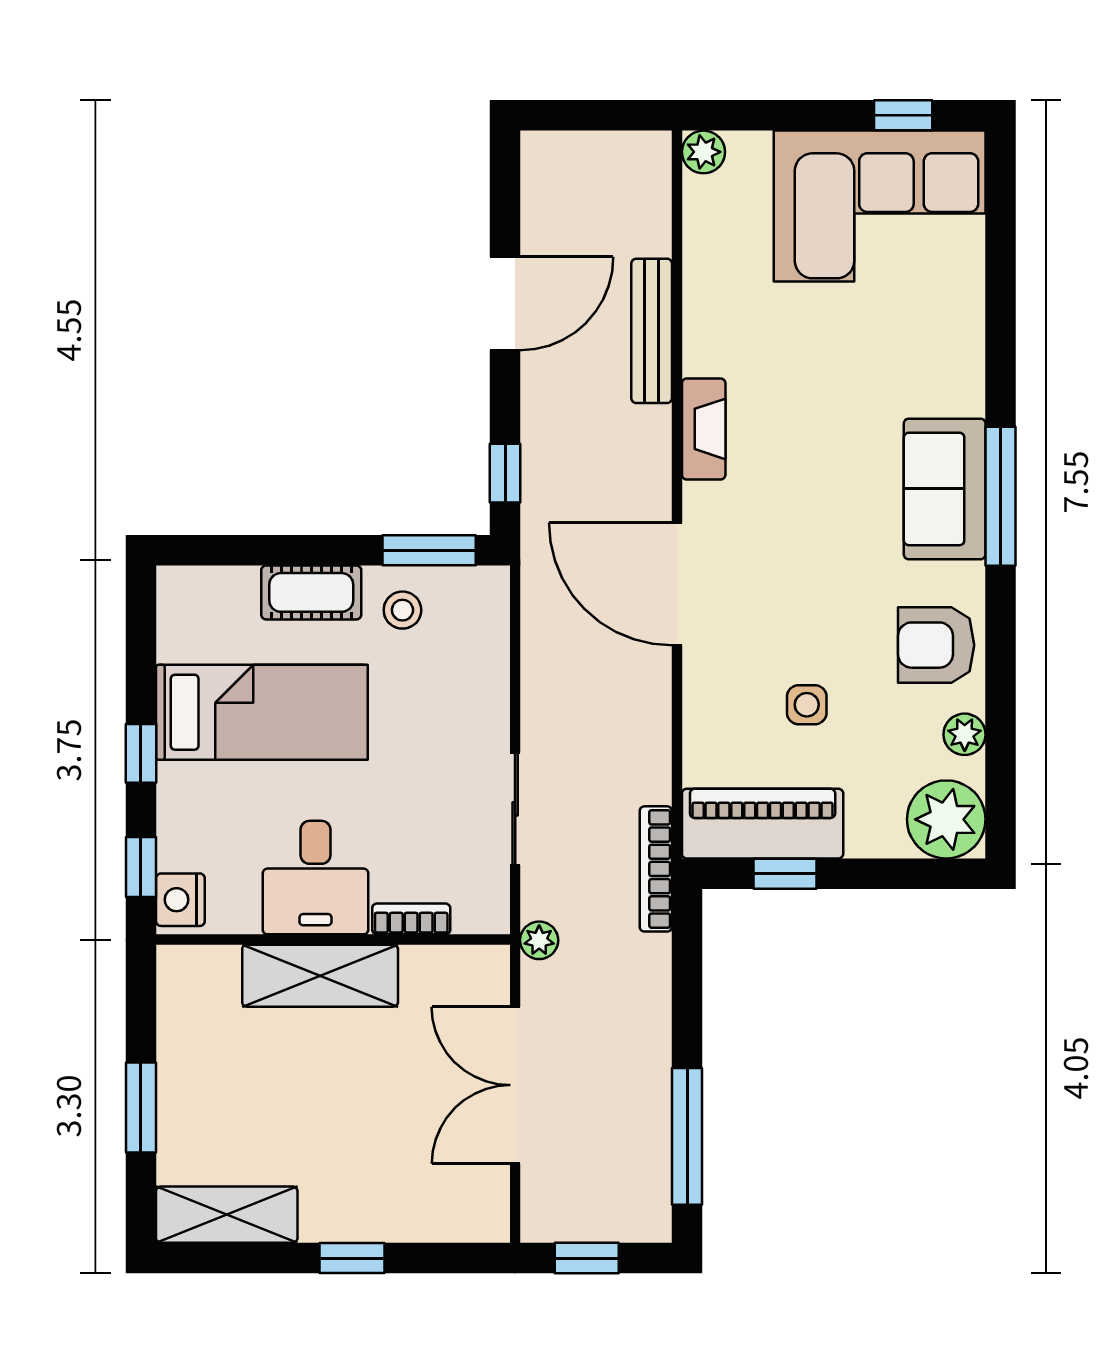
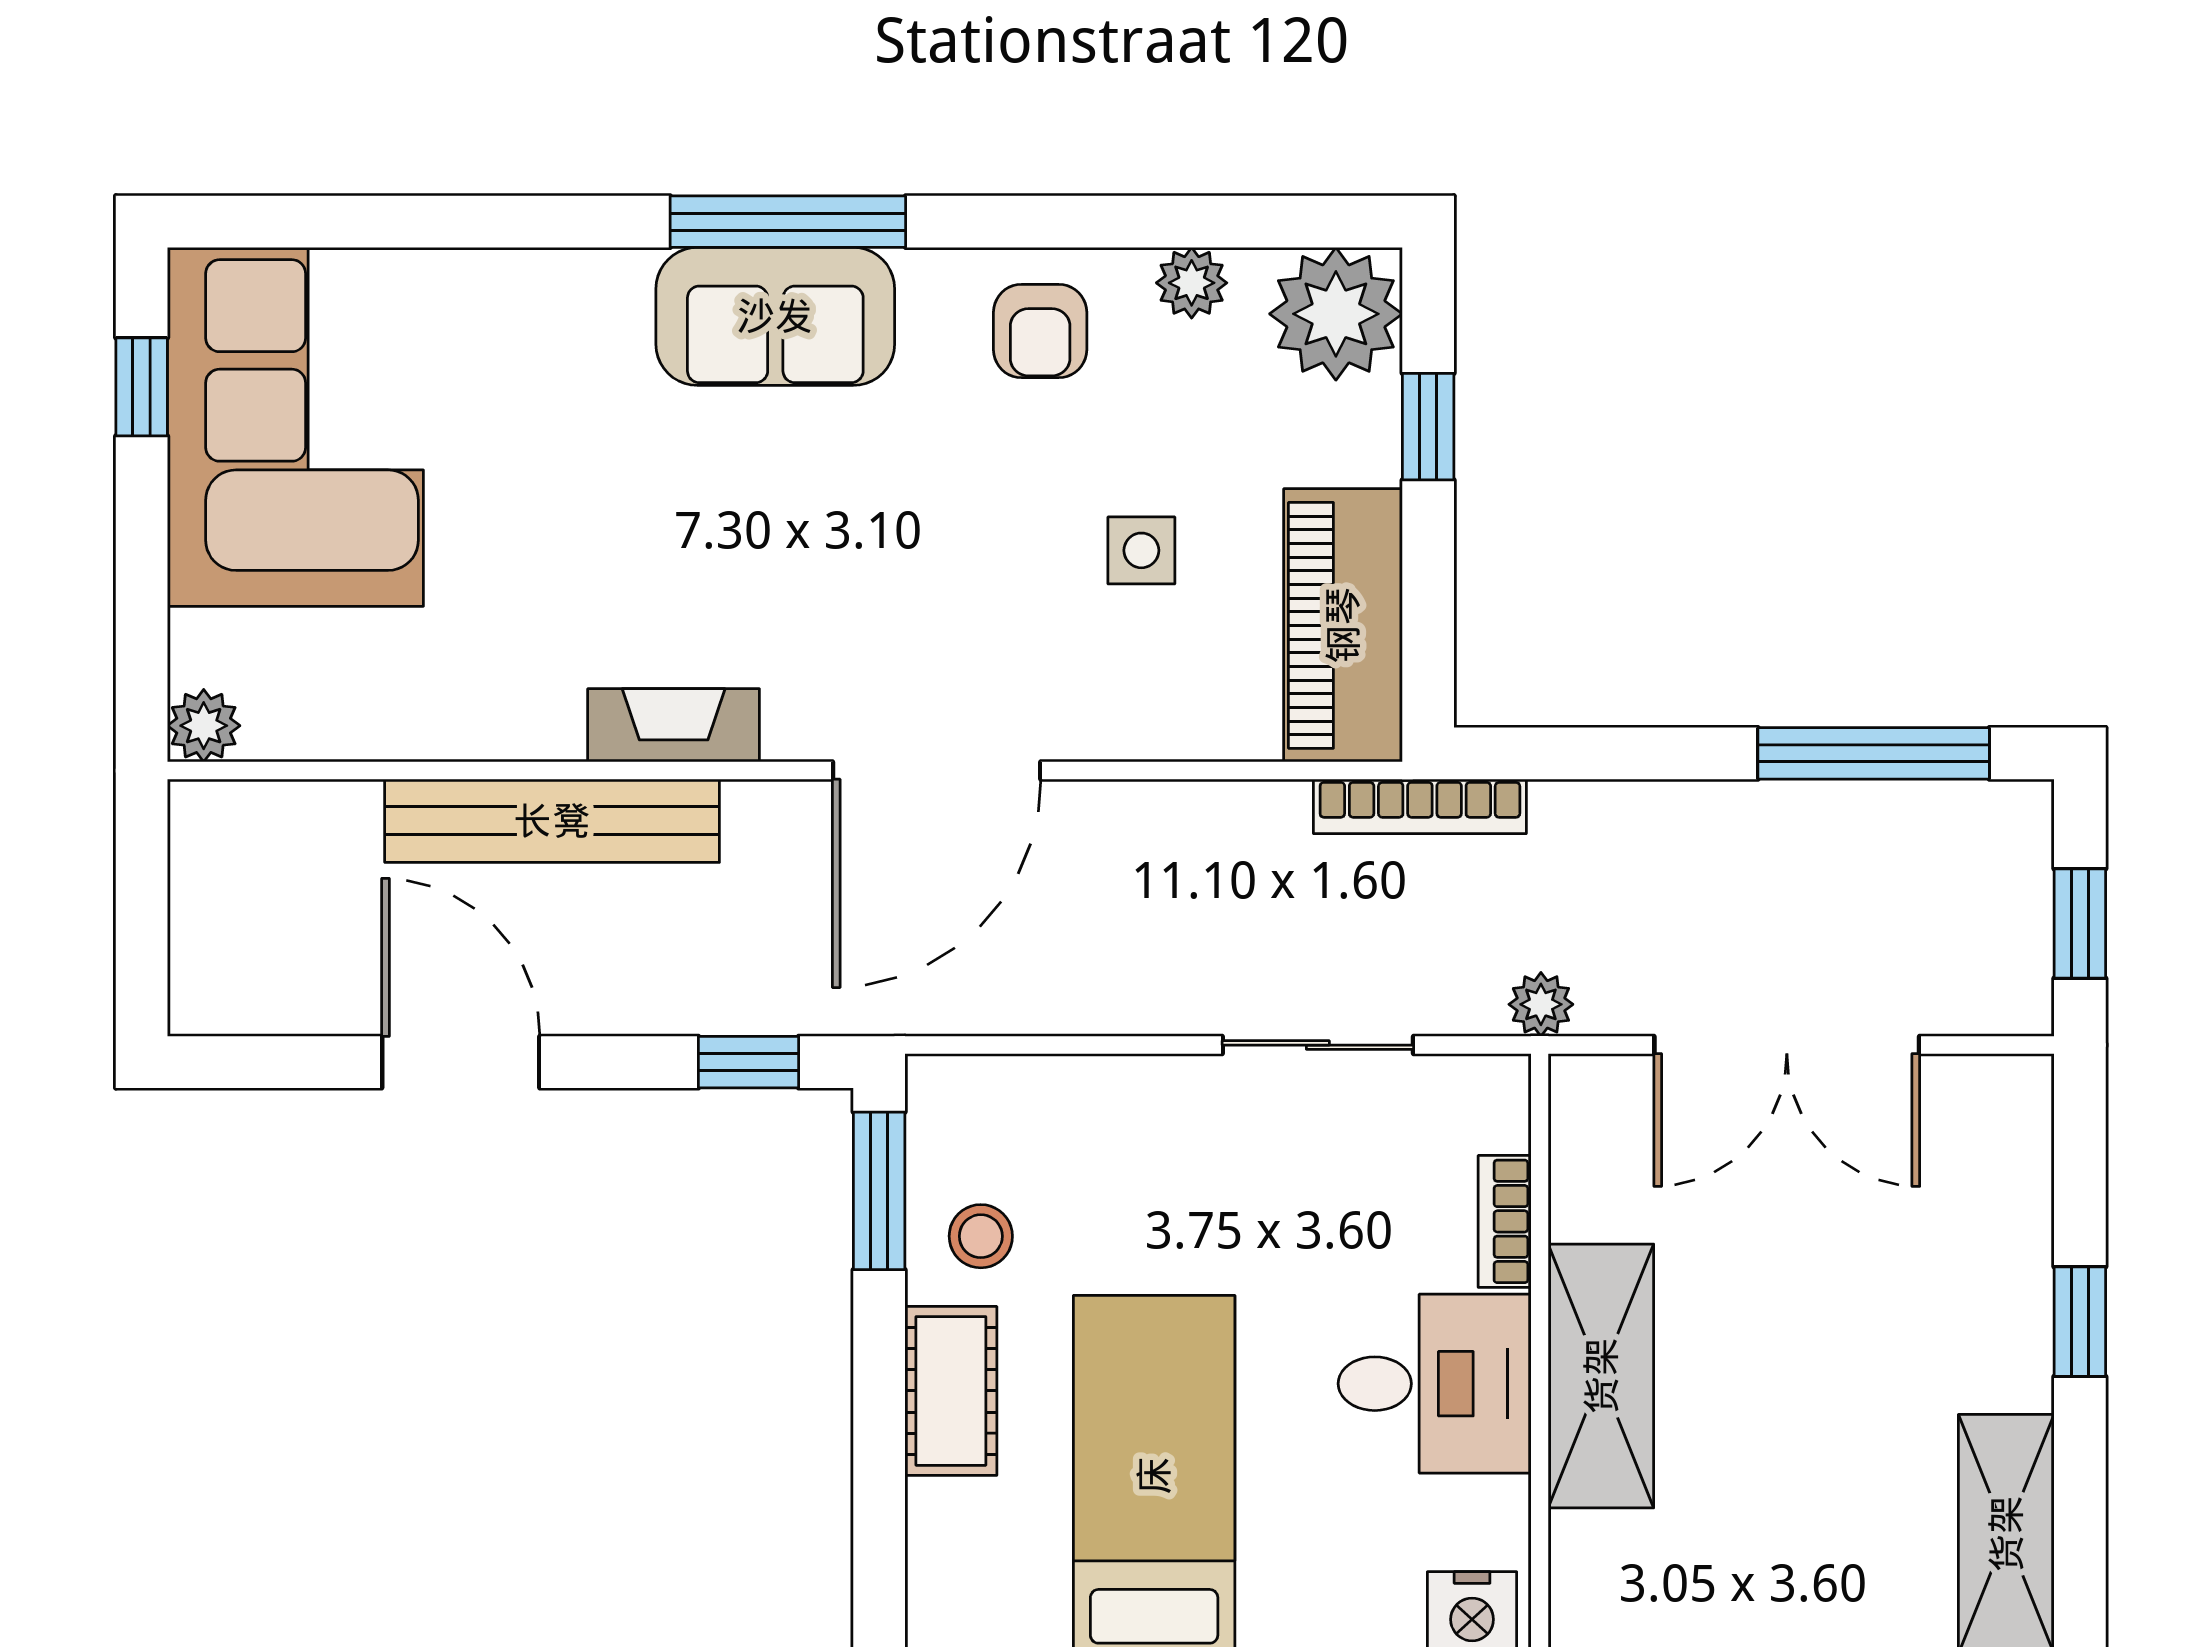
bench: (652, 331) -> (552, 821), width x1.37, depth x1.21
armchair: (936, 645) -> (1040, 331), width x0.72, depth x0.72
window: (785, 874) -> (1428, 427), moved

